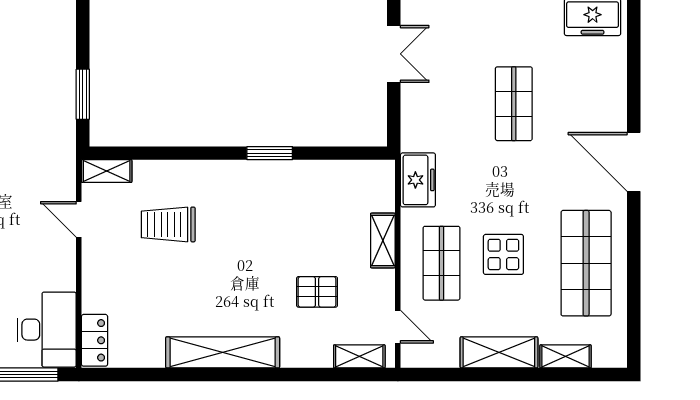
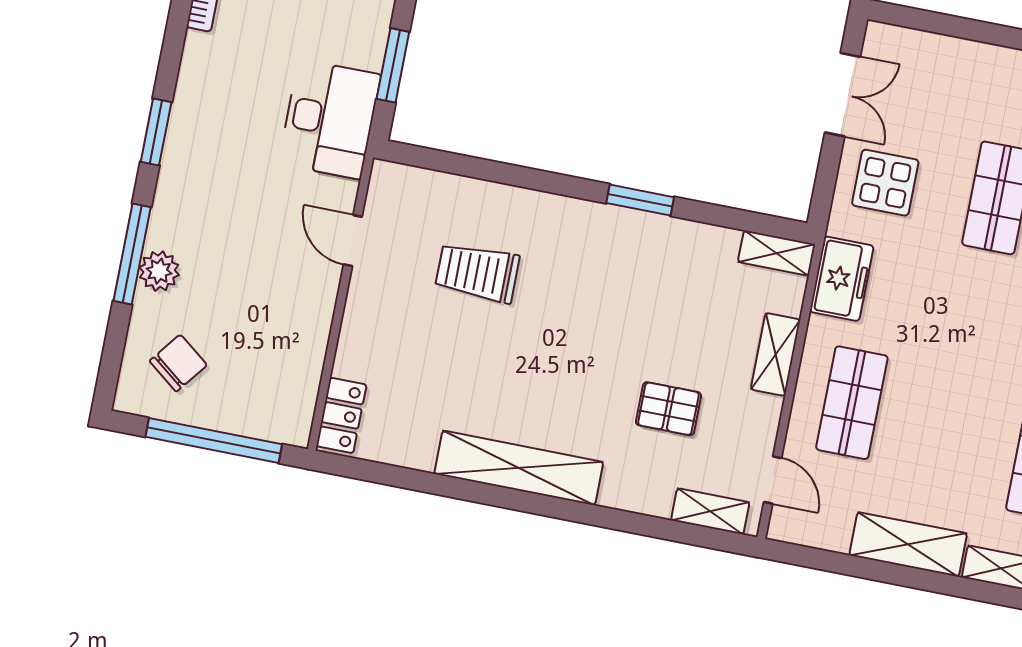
shelving: (107, 171) -> (776, 253), moved
display table: (503, 254) -> (885, 183), moved
desk: (47, 330) -> (330, 119), moved

